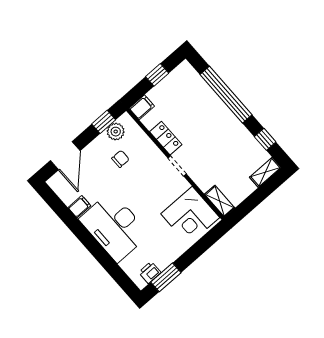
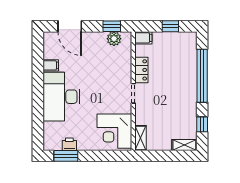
door: (65, 156) -> (70, 26), hinge flipped
chair: (120, 159) -> (102, 58), removed
printer: (150, 272) -> (69, 144), moved

